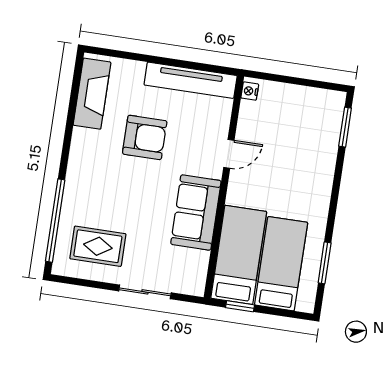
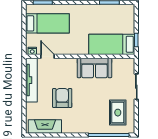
door: (229, 154) -> (47, 56), moved
bed: (281, 264) -> (47, 23), moved, turned 180

